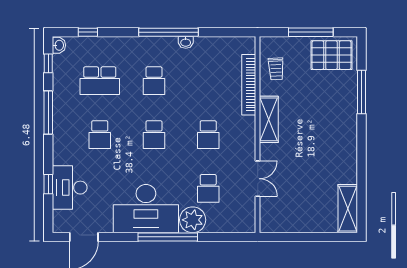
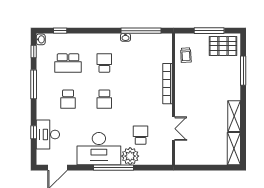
window: (168, 32) -> (141, 31), moved
school desk: (154, 81) -> (104, 63), turned 180
bookcase: (249, 85) -> (168, 84), moved
shelving: (269, 119) -> (234, 116), moved
school desk: (208, 135) -> (141, 99), removed
school desk: (208, 188) -> (141, 135), turned 180

